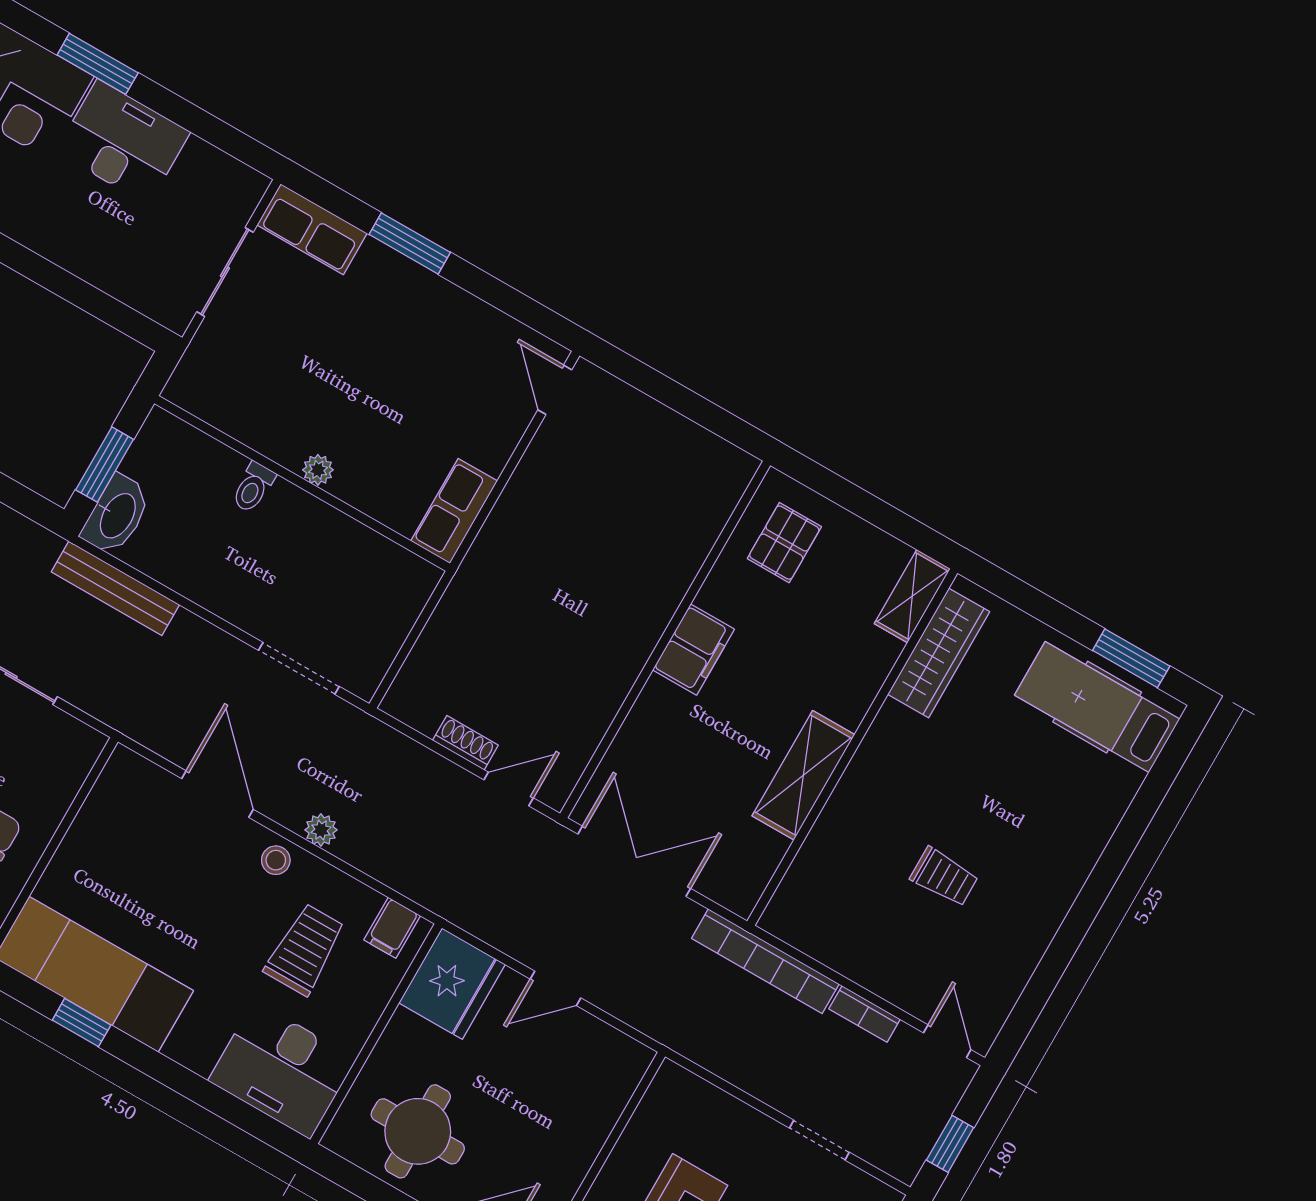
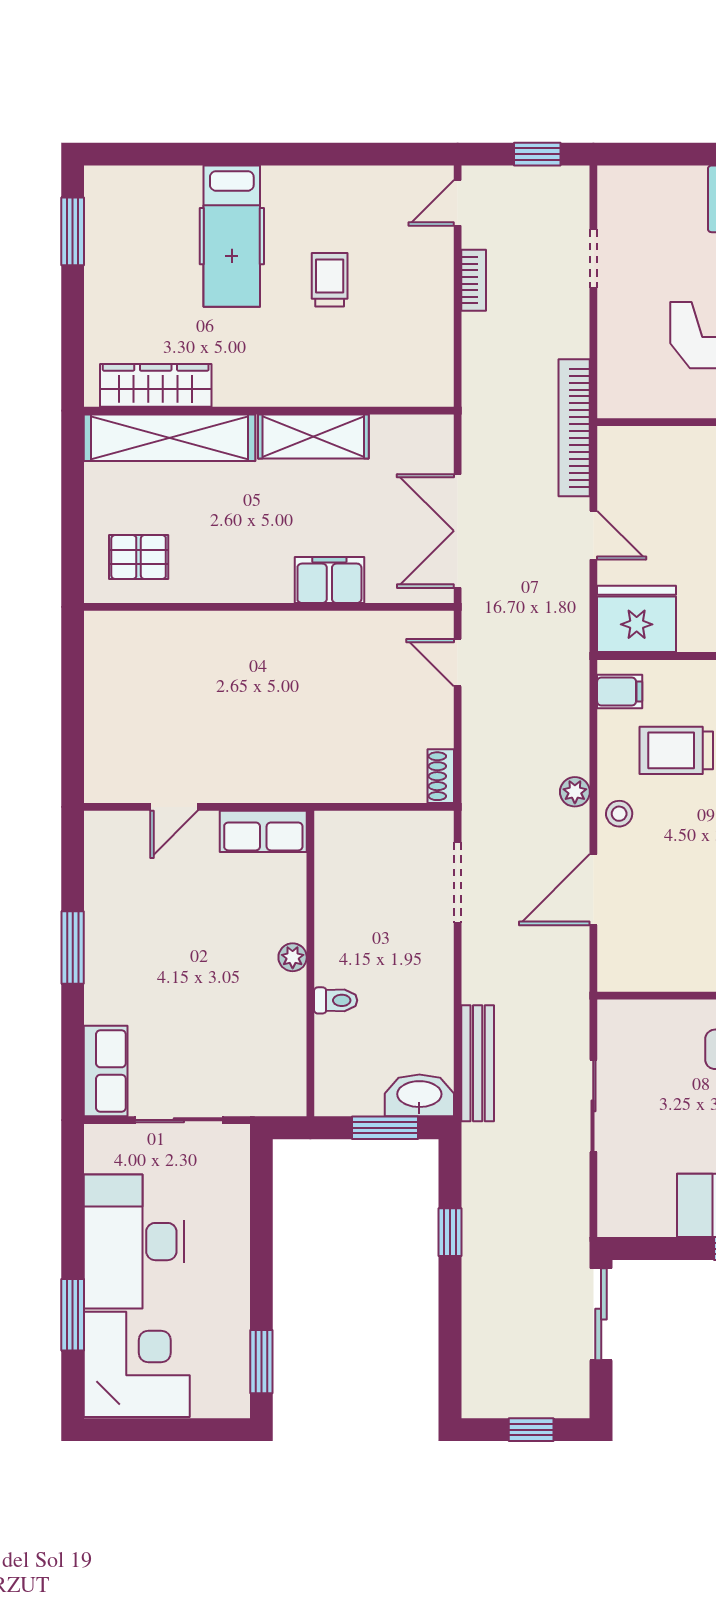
desk: (123, 142) -> (134, 1242), width x1.36, depth x1.30
window: (410, 243) -> (73, 948), moved
door: (555, 390) -> (174, 807), moved
shelving: (912, 596) -> (170, 438), width x2.20, depth x1.33
filing cabinet: (694, 650) -> (329, 580), moved
hospital bed: (1097, 707) -> (232, 236), moved
shoe rack: (465, 743) -> (441, 776), moved
bookcase: (765, 961) -> (574, 428), moved, turned 180

